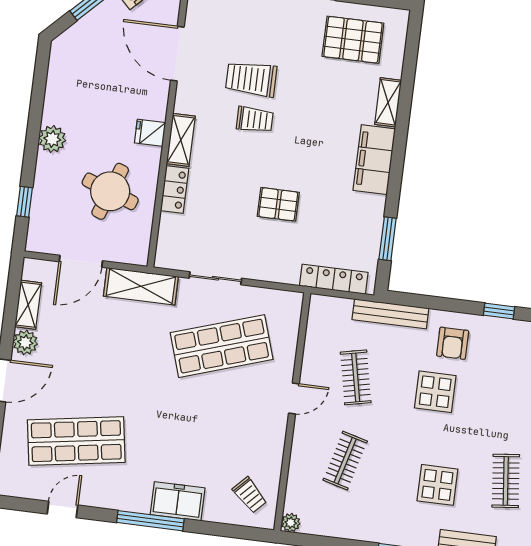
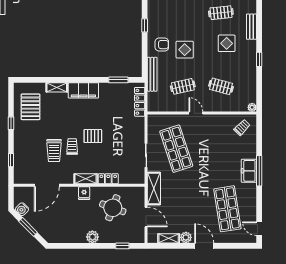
pallet: (278, 204) -> (93, 136), moved, turned 90
freezer: (178, 501) -> (249, 171), moved
door: (62, 510) -> (259, 229), moved

